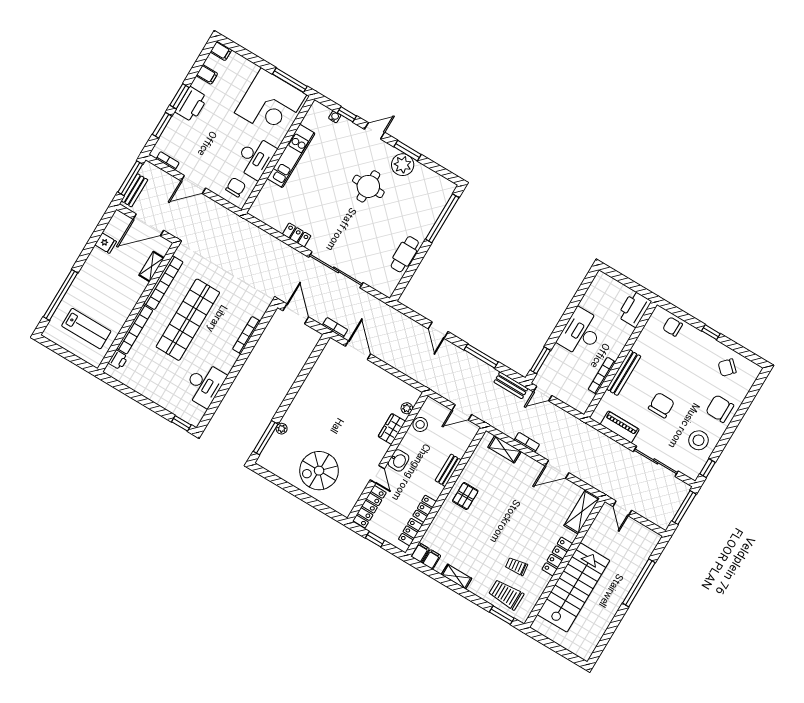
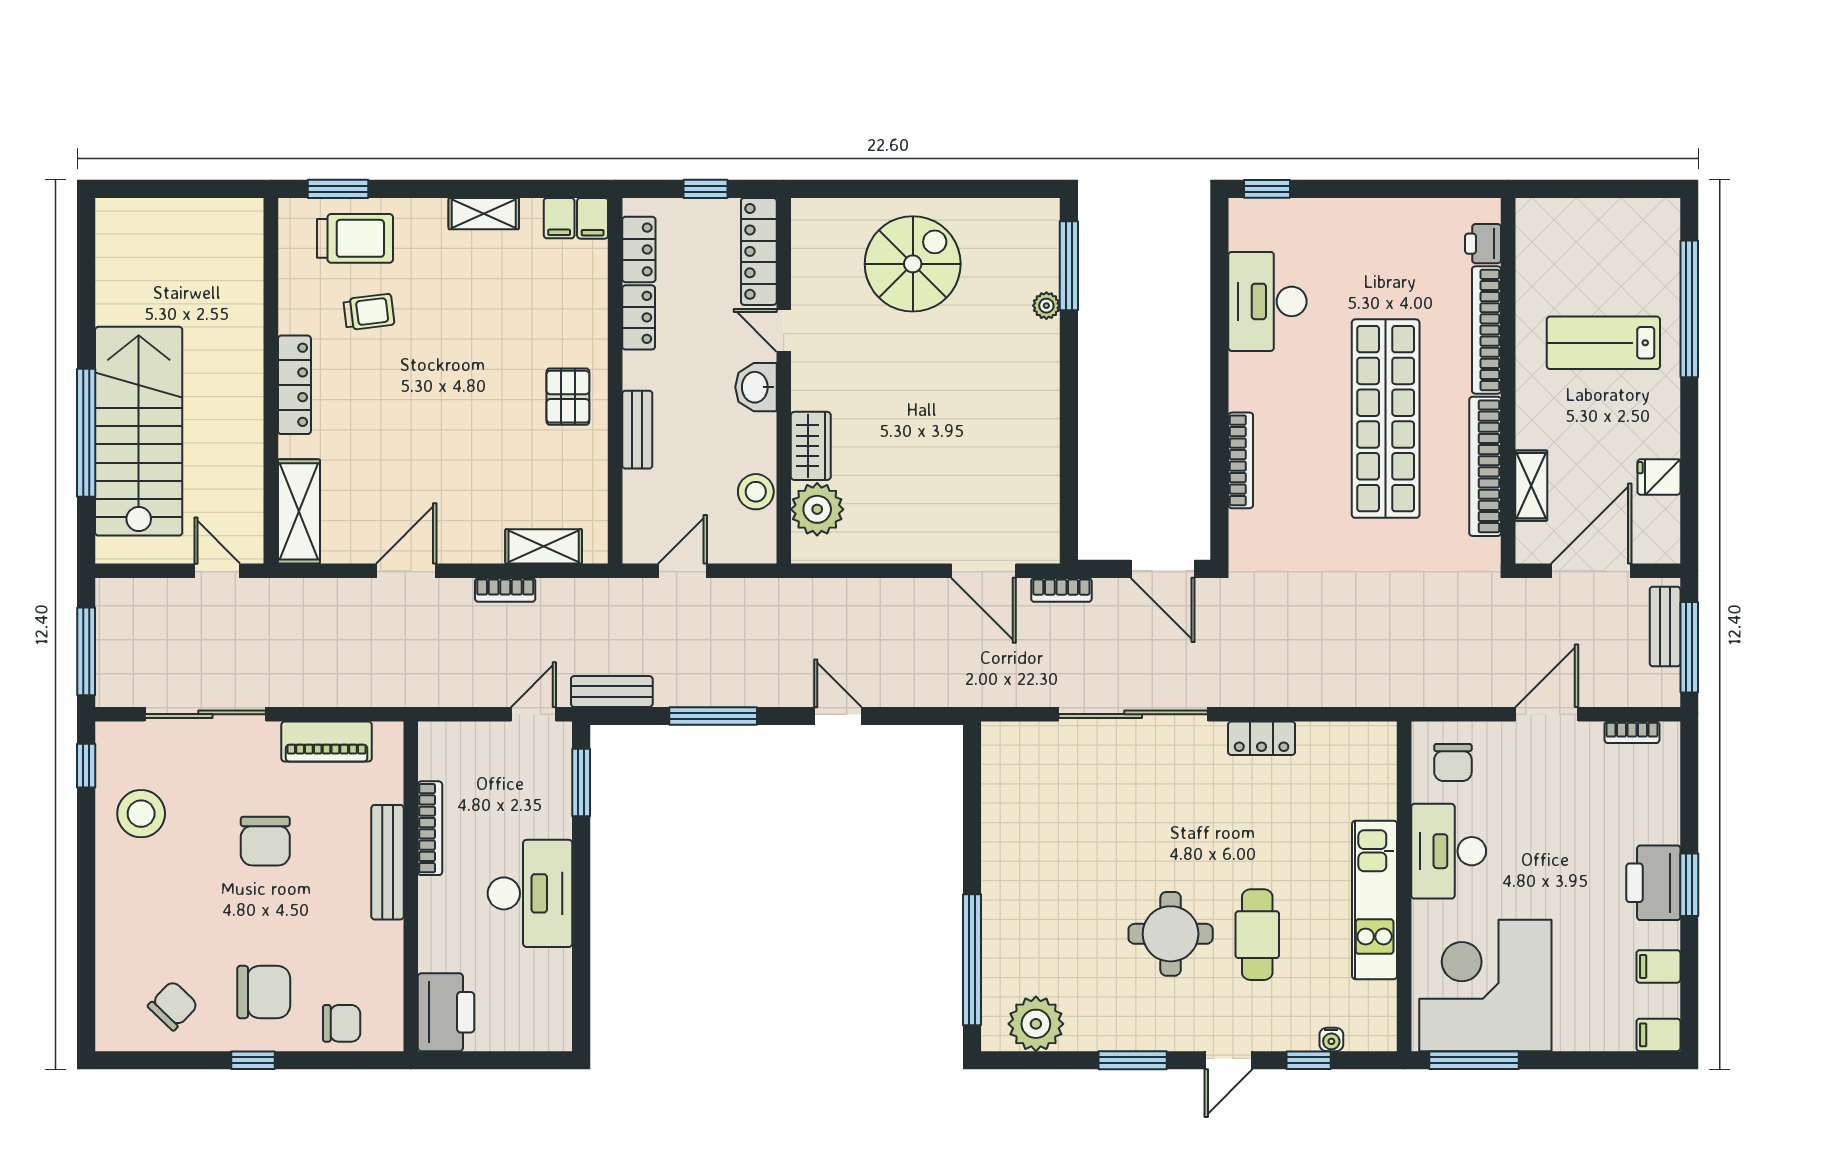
window: (162, 125) -> (1689, 801), removed
plant: (403, 165) -> (1036, 1024), moved
cafe table: (405, 254) -> (1257, 935), moved
lab bench: (86, 329) -> (1603, 343), moved
plant: (407, 408) -> (817, 509), width x1.87, depth x1.87
chair: (720, 409) -> (264, 992), moved
stairs: (573, 587) -> (139, 431), moved, turned 180

